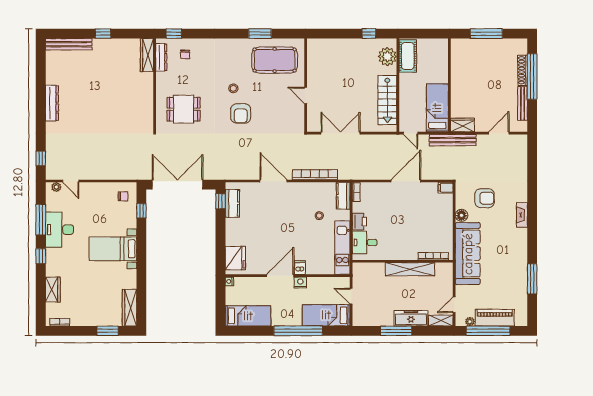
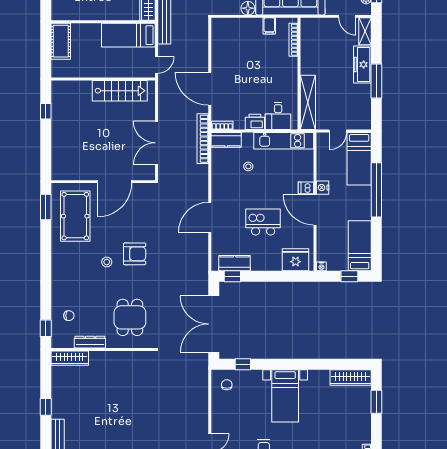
window: (260, 34) -> (46, 207), moved
cot: (408, 56) -> (61, 41), moved, turned 90
dresser: (161, 57) -> (90, 342), moved
plant: (387, 57) -> (71, 91), removed
door: (306, 95) -> (115, 182), width x1.87
bookcase: (315, 175) -> (203, 139), moved
door: (406, 181) -> (210, 89), moved
filing cabinet: (446, 188) -> (269, 26), moved
kitchen island: (269, 229) -> (263, 222), added
shelving: (410, 269) -> (308, 102), moved
window: (221, 306) -> (349, 276), added

